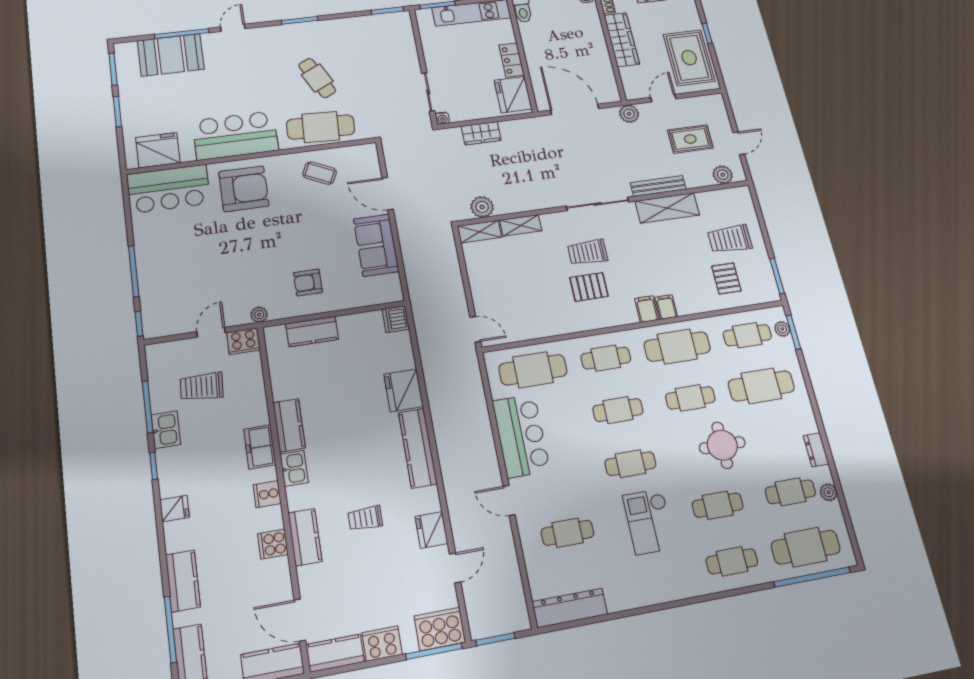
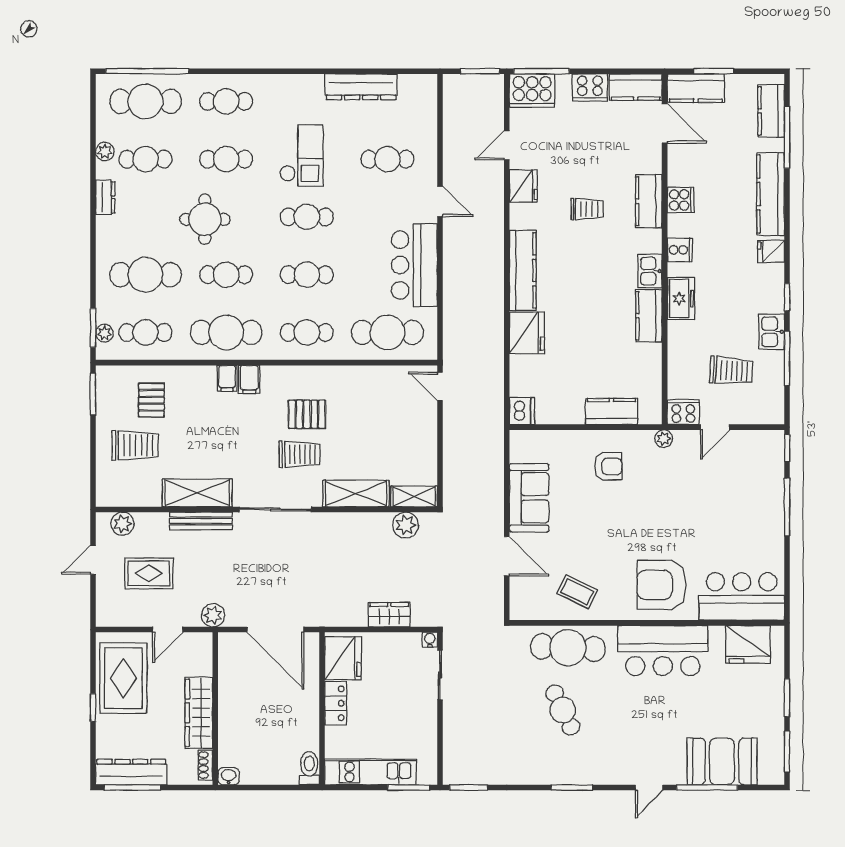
shelving: (521, 225) -> (356, 494), width x1.50, depth x1.33
kitchen counter: (183, 581) -> (771, 194), width x1.50
dresser: (570, 608) -> (361, 87), moved

